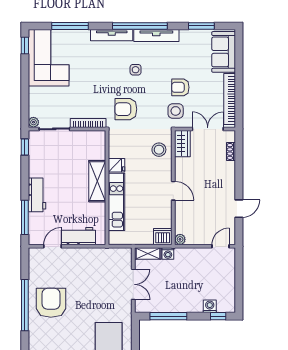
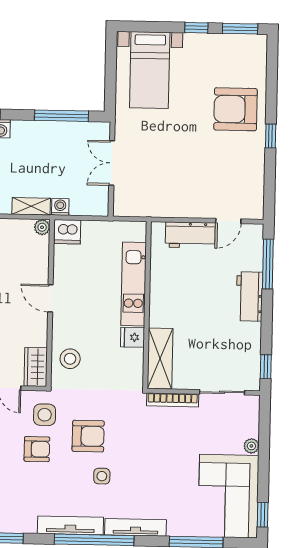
armchair: (126, 109) -> (88, 436), moved
plant: (33, 122) -> (251, 446), moved
shelving: (97, 181) -> (160, 359), moved
shelving: (148, 254) -> (31, 206), moved
armchair: (51, 303) -> (235, 109), moved, turned 90
window: (25, 305) -> (271, 136), width x0.32

